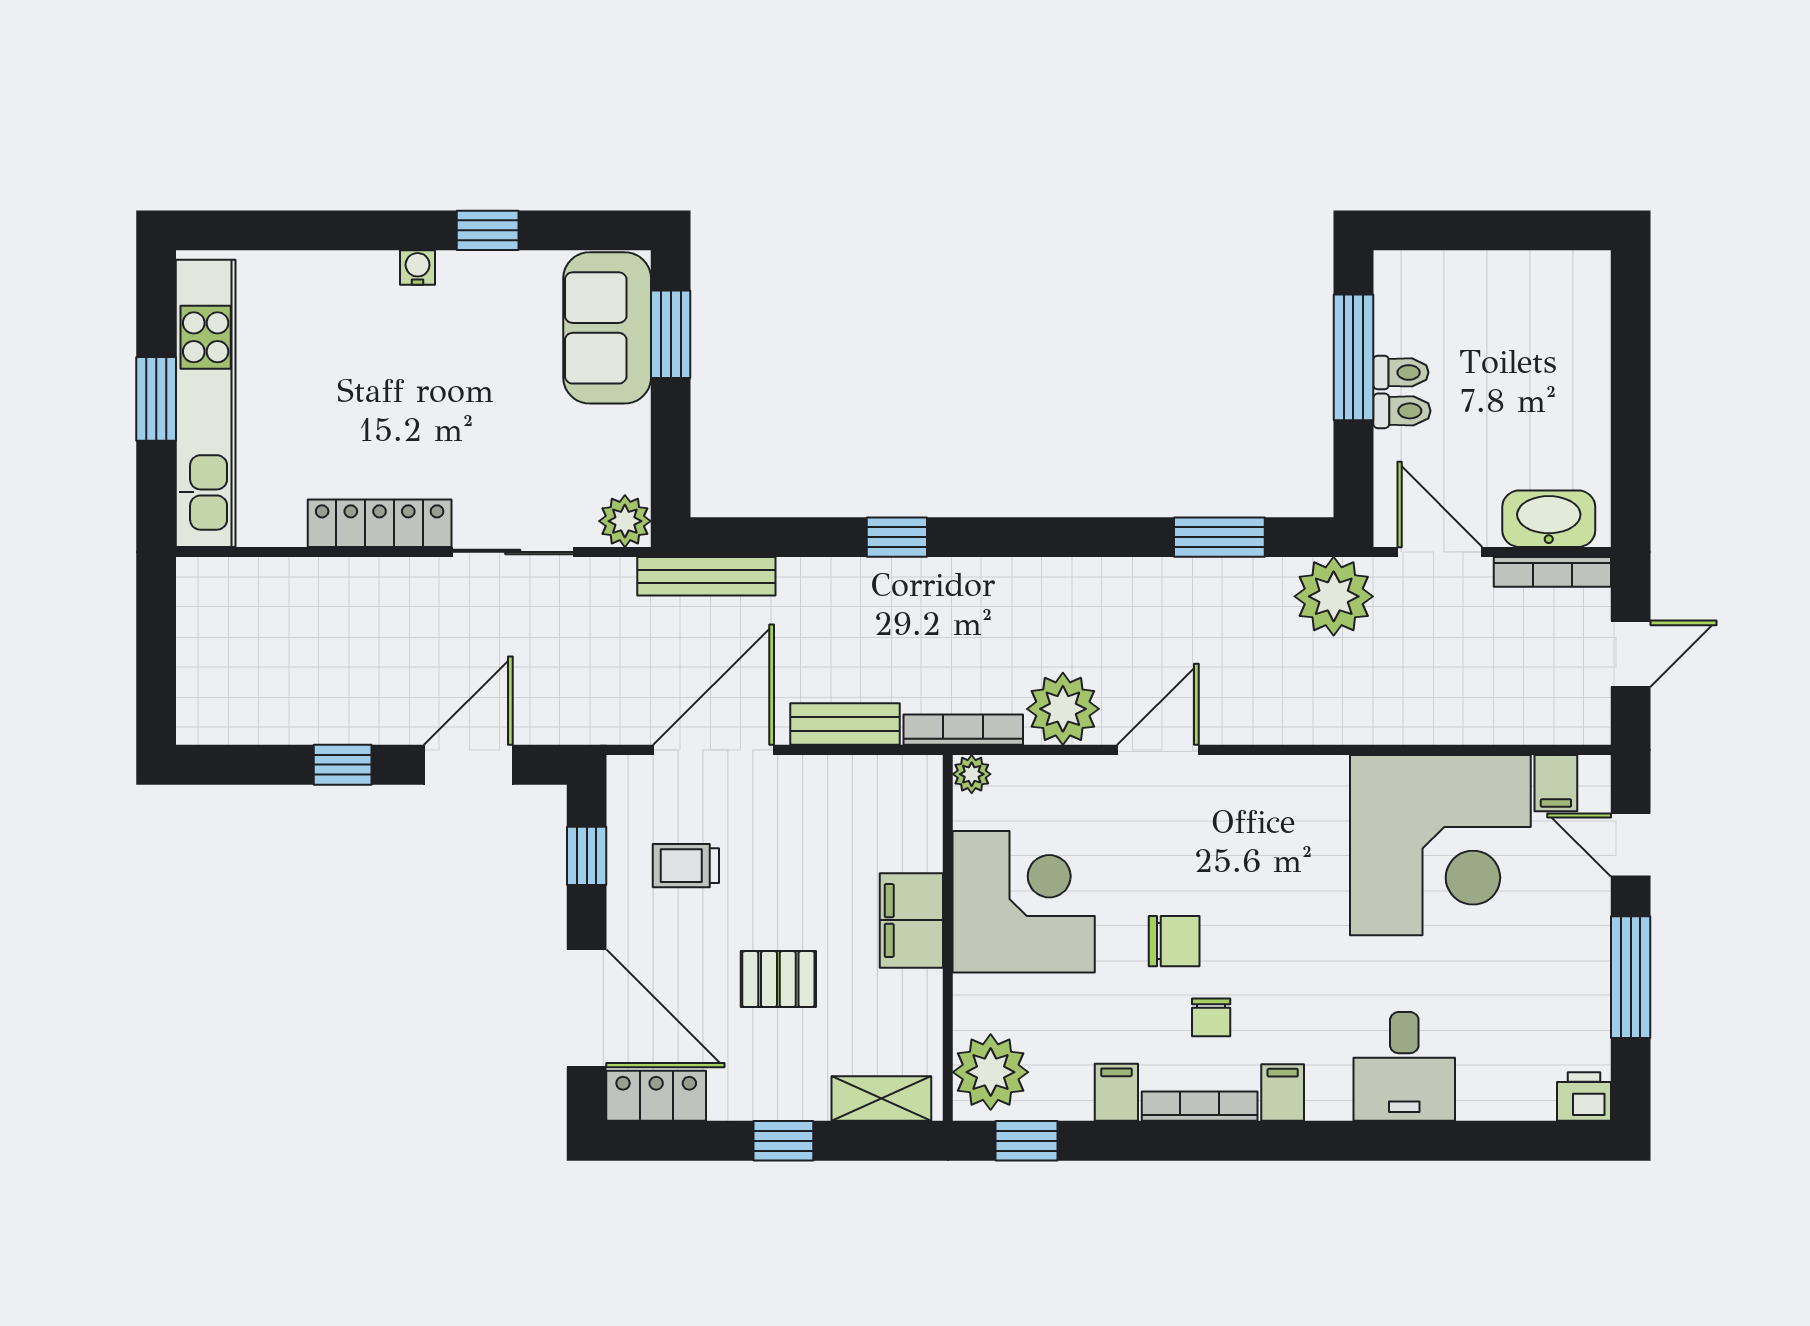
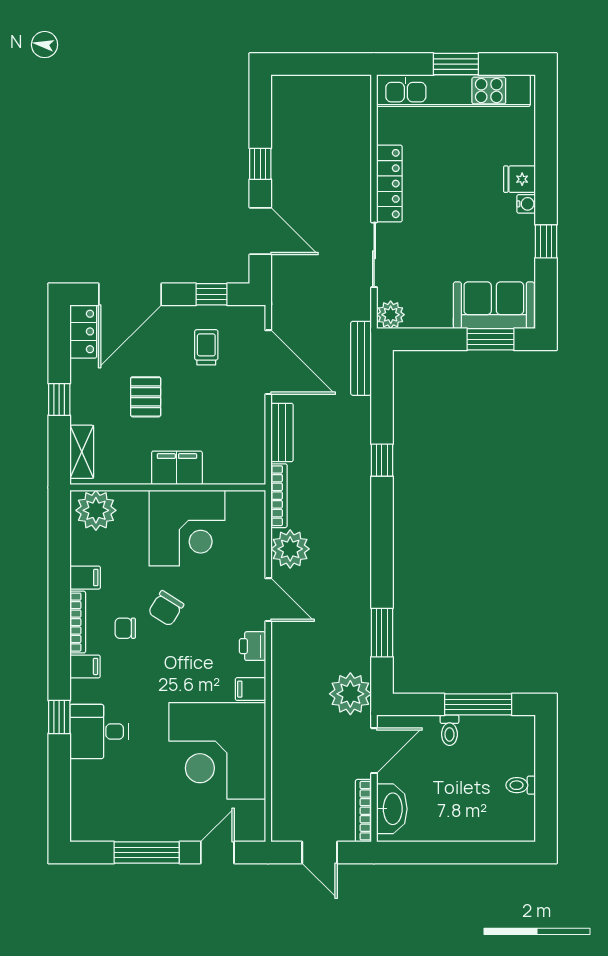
fridge: (371, 280) -> (520, 179), added
toilet: (1401, 372) -> (521, 785), moved, turned 90
plant: (972, 774) -> (255, 500), removed
filing cabinet: (1556, 783) -> (250, 689), moved
chair: (1174, 941) -> (166, 608), turned 32
printer: (1584, 1097) -> (253, 646), moved, turned 180
window: (1027, 1141) -> (59, 717), moved

